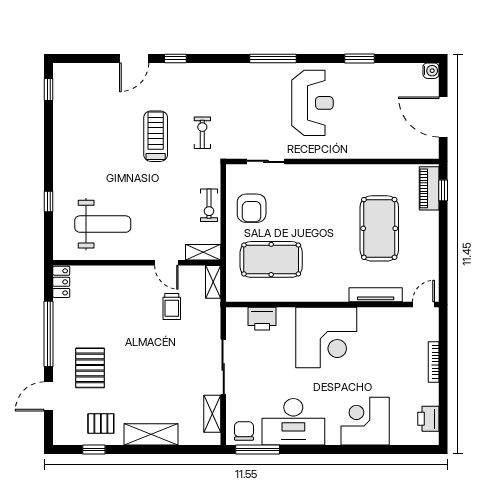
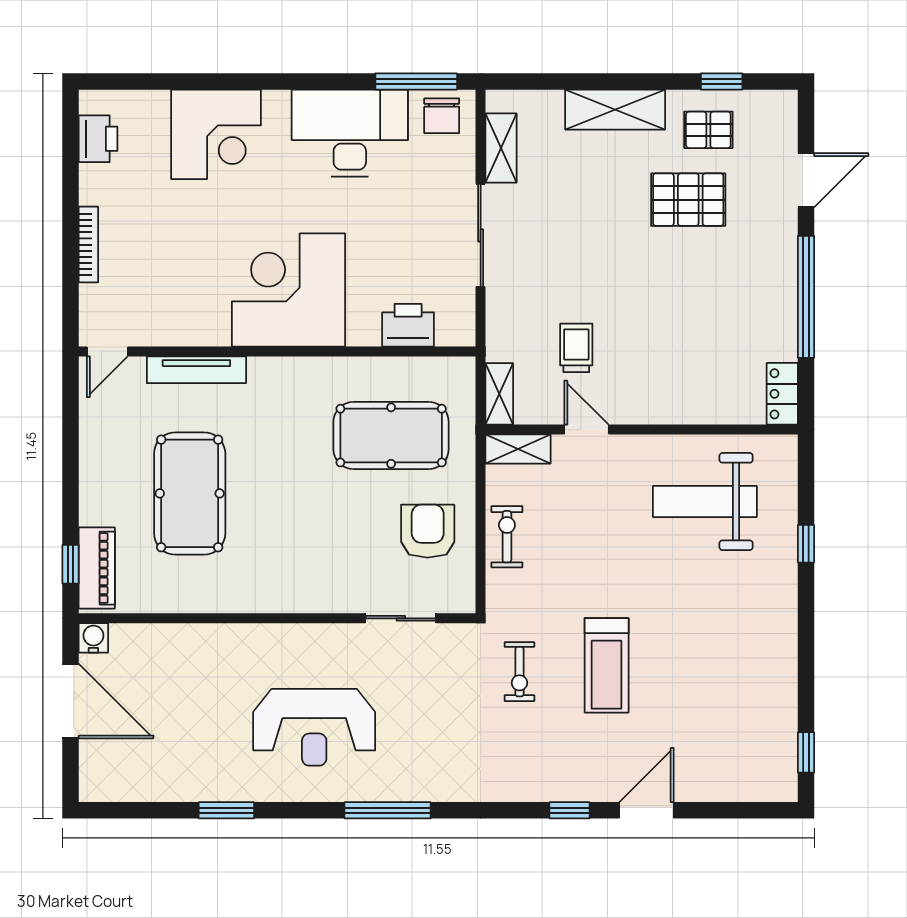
water cooler: (431, 71) -> (93, 638), moved, turned 90
reception desk: (312, 103) -> (314, 727), turned -90
pallet: (90, 368) -> (688, 200), moved, turned 90

